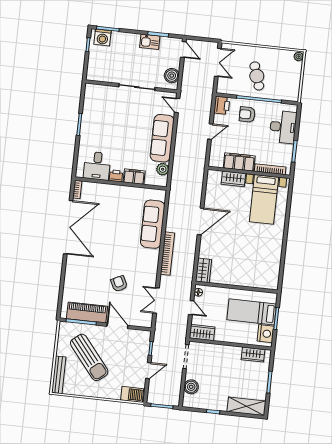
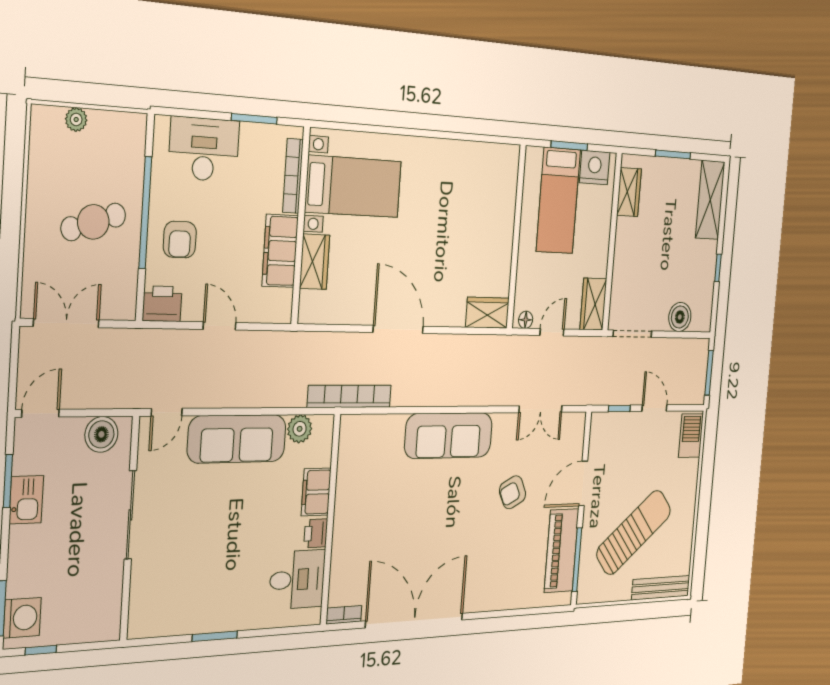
plant: (299, 56) -> (76, 120), moved
sofa: (153, 224) -> (449, 436), moved
bookcase: (167, 254) -> (349, 396), moved

